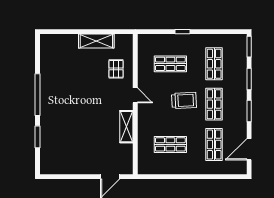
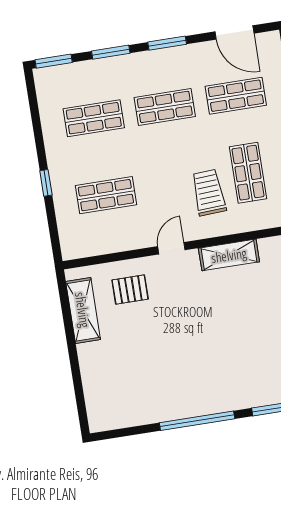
shelving: (96, 41) -> (83, 310), moved
shop shelf: (170, 64) -> (106, 195), turned 90
trolley: (184, 100) -> (209, 193), moved

